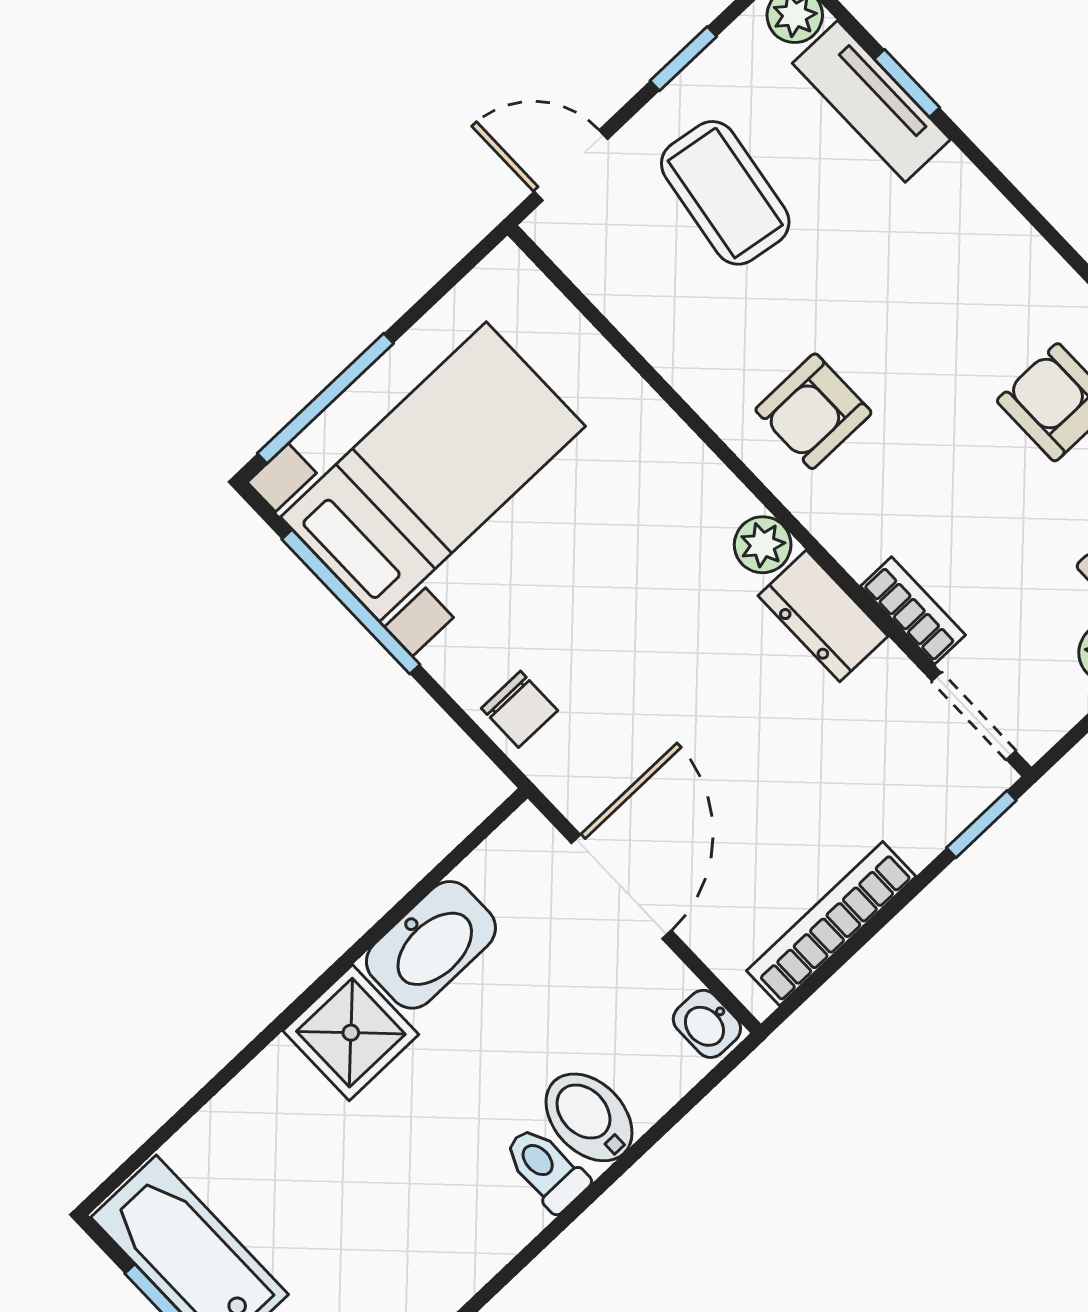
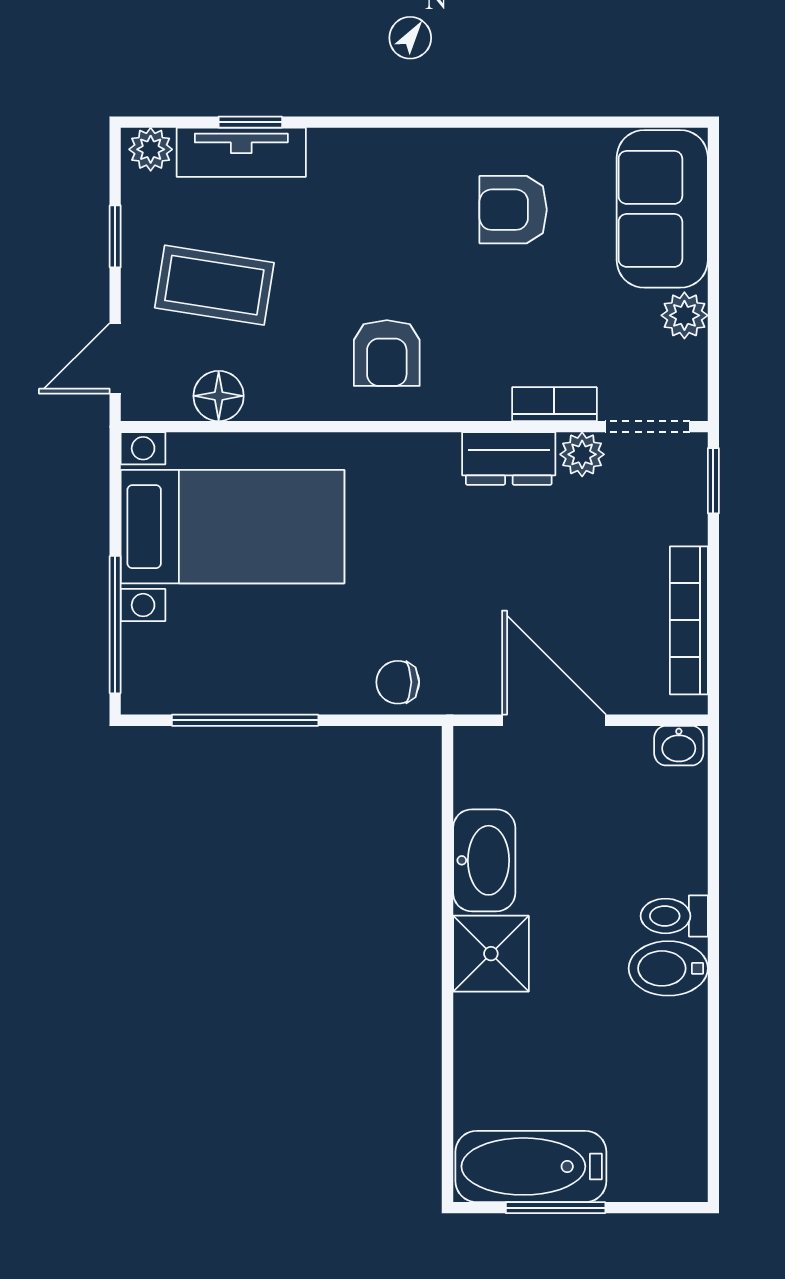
floor lamp: (627, 294) -> (219, 396), added
bed with nightstands: (433, 472) -> (232, 527), moved, turned 90
plant: (763, 545) -> (582, 454), moved
chair: (520, 709) -> (398, 682), turned 180
bidet: (589, 1117) -> (668, 968), moved

